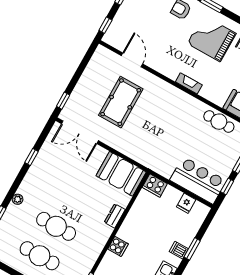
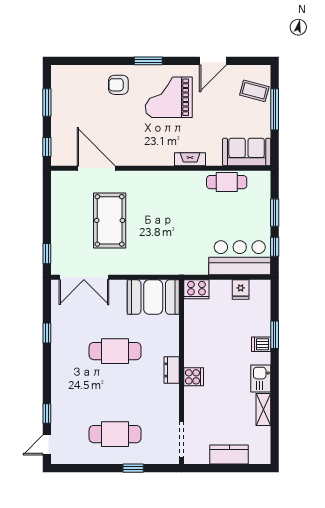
door: (132, 60) -> (96, 168), width x1.36
fireplace: (189, 83) -> (190, 159), moved
plant: (18, 199) -> (57, 387), removed
dresser: (115, 216) -> (172, 370), moved
cafe table: (56, 226) -> (115, 351), moved

